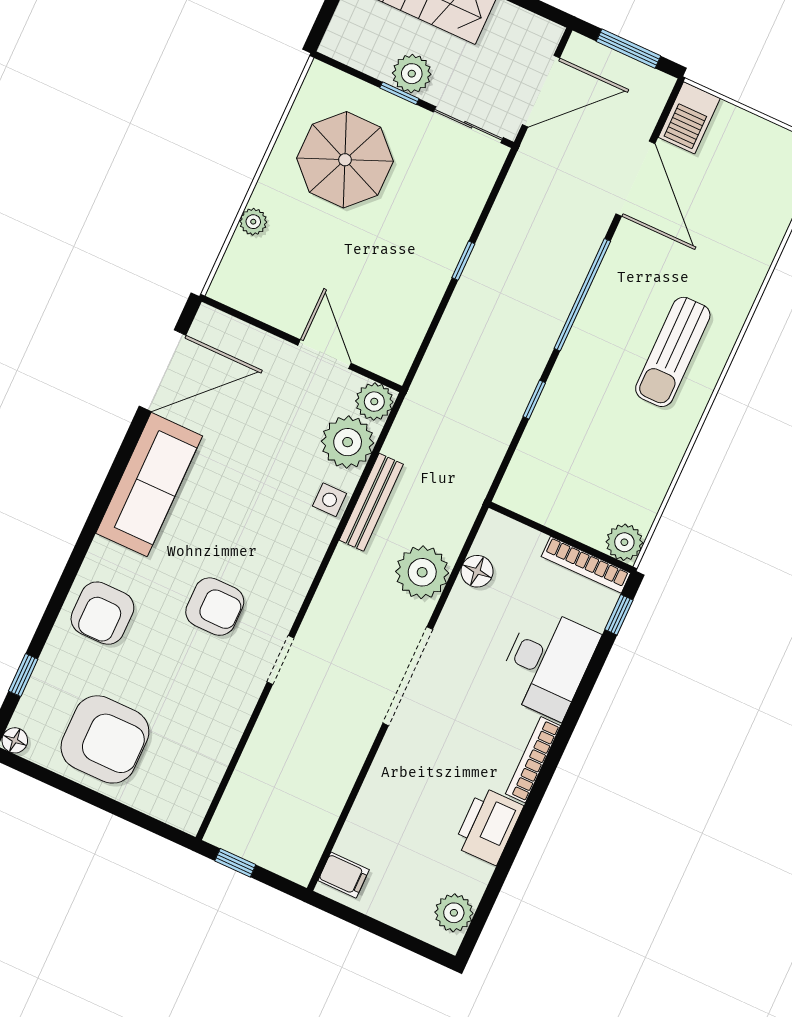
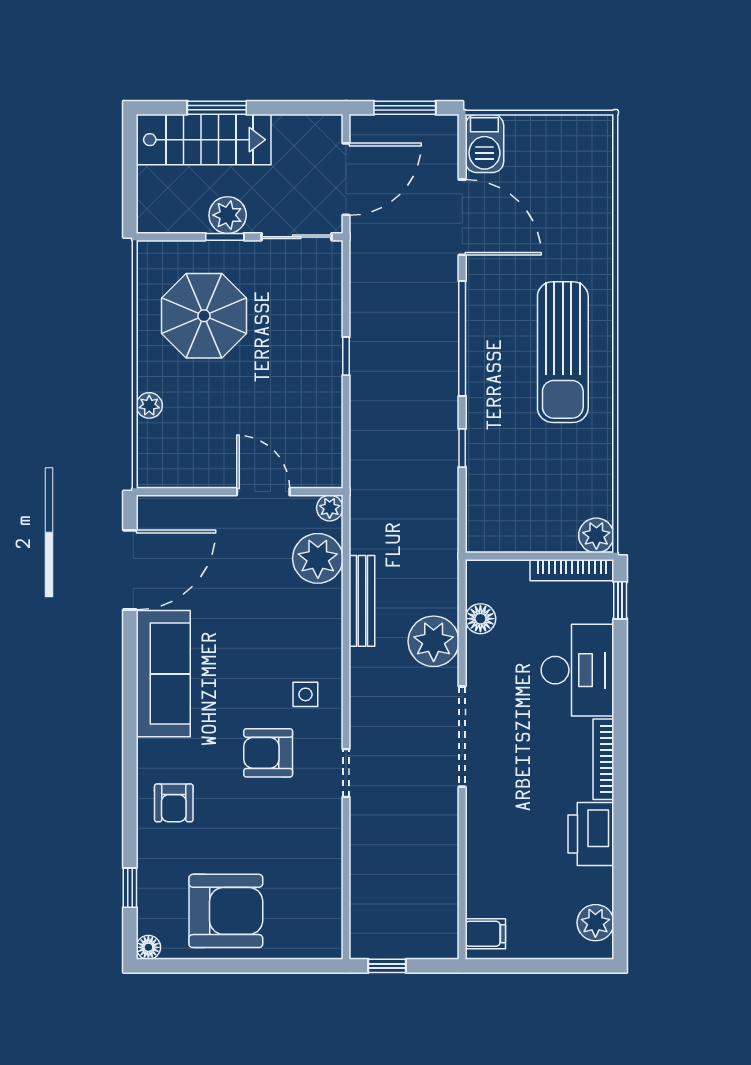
sun lounger: (673, 352) -> (563, 352), width x1.36, depth x1.34
plant: (374, 402) -> (330, 508), width x0.73, depth x0.73
side table: (330, 500) -> (305, 694), moved
armchair: (215, 607) -> (268, 753), turned 180
armchair: (102, 613) -> (174, 803), width x0.72, depth x0.72

